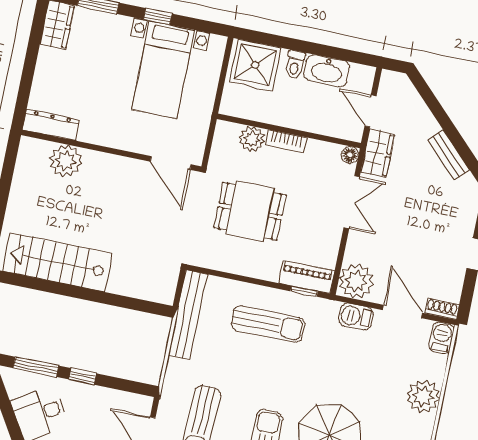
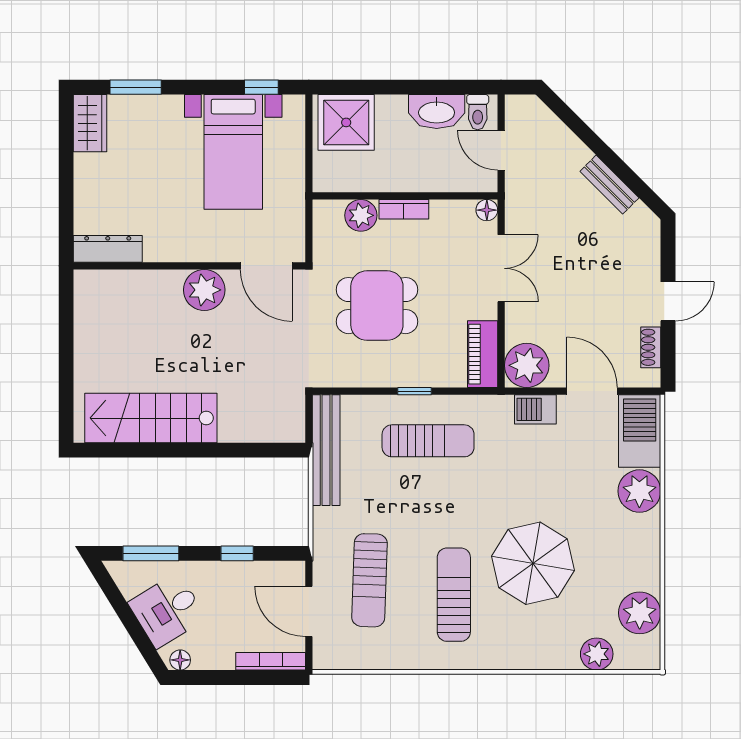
window: (158, 17) -> (261, 87), moved
toilet: (295, 65) -> (478, 112), moved
wardrobe: (378, 153) -> (521, 201), removed
plant: (66, 161) -> (204, 290), moved
piano: (307, 277) -> (483, 354), moved, turned -90
window: (304, 291) -> (414, 391), moved
shoe rack: (442, 309) -> (651, 347), moved, turned -90
barbecue: (441, 338) -> (640, 431), width x1.88, depth x1.53
window: (83, 376) -> (237, 553), moved

